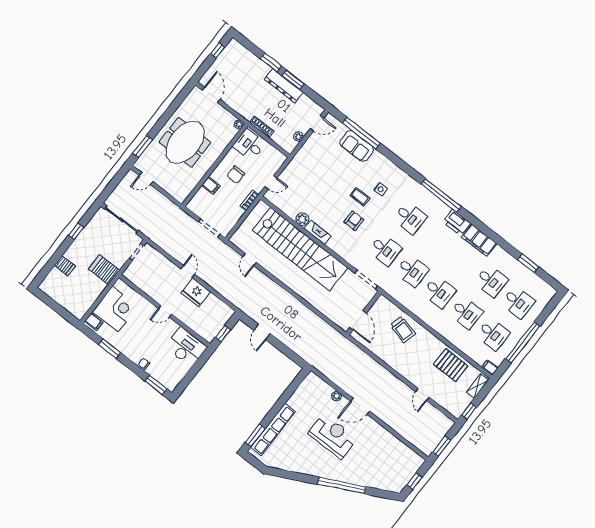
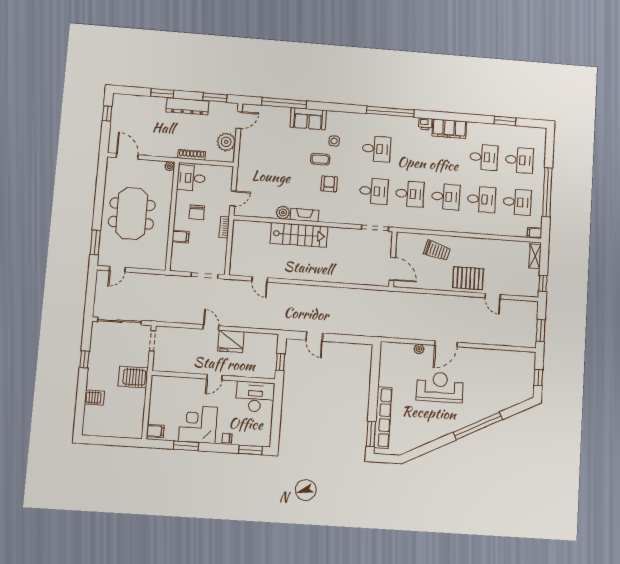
window: (293, 80) -> (215, 97), moved
plant: (298, 137) -> (226, 142), width x1.87, depth x1.87
sofa: (357, 146) -> (308, 119), moved
printer: (457, 222) -> (425, 124), width x0.53, depth x0.68
stairs: (300, 249) -> (299, 235), width x0.54, depth x0.66
corner desk: (115, 309) -> (198, 424), moved, turned -90
pallet: (451, 365) -> (468, 278), moved

